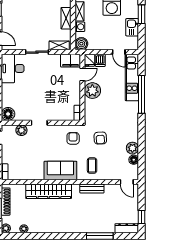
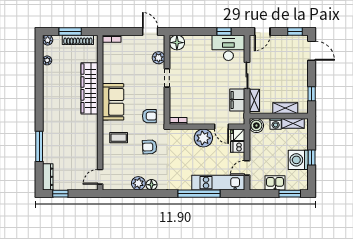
filing cabinet: (71, 61) -> (237, 100), moved
floor lamp: (134, 160) -> (151, 185), moved
bench: (92, 189) -> (93, 137), removed

